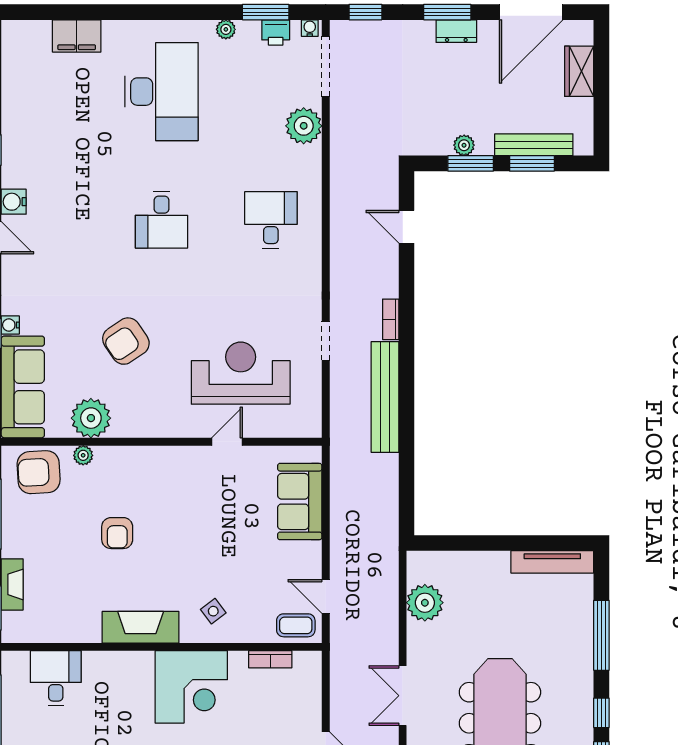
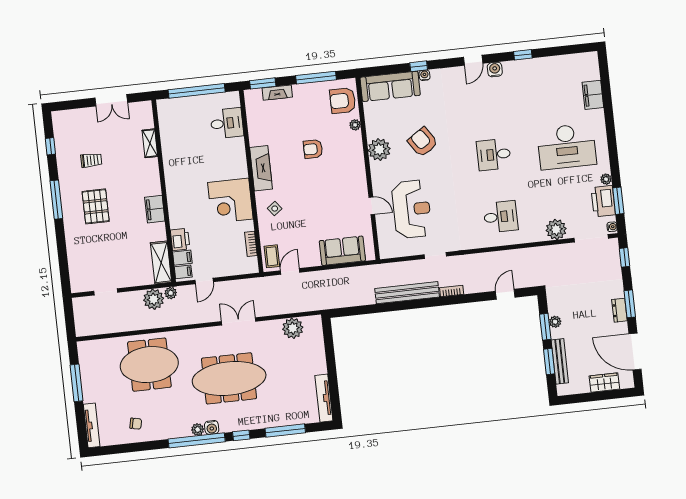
printer: (276, 32) -> (603, 201), width x1.87, depth x1.48
plant: (91, 418) -> (379, 150), moved
armchair: (39, 472) -> (343, 101), turned -87

